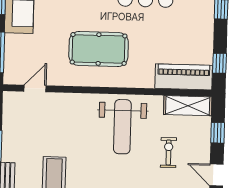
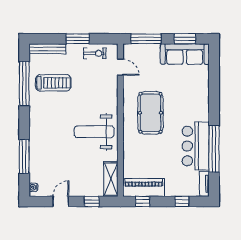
piano: (184, 77) -> (144, 187), moved, turned -90
exercise bike: (168, 152) -> (95, 53), moved

